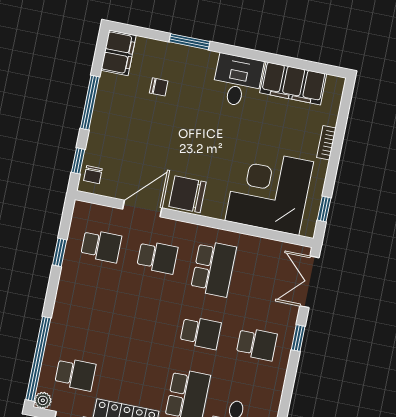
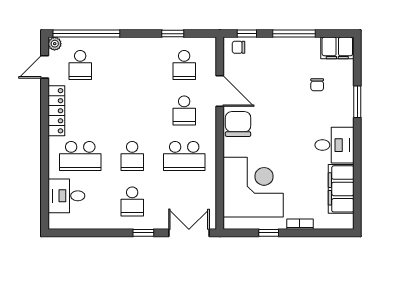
window: (324, 209) -> (269, 233), moved

